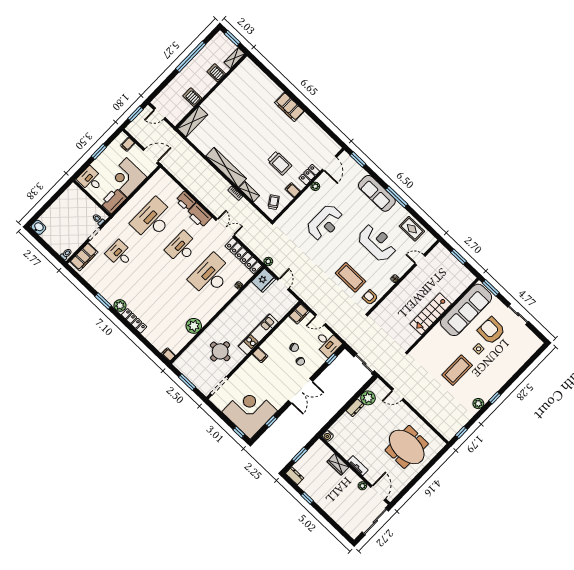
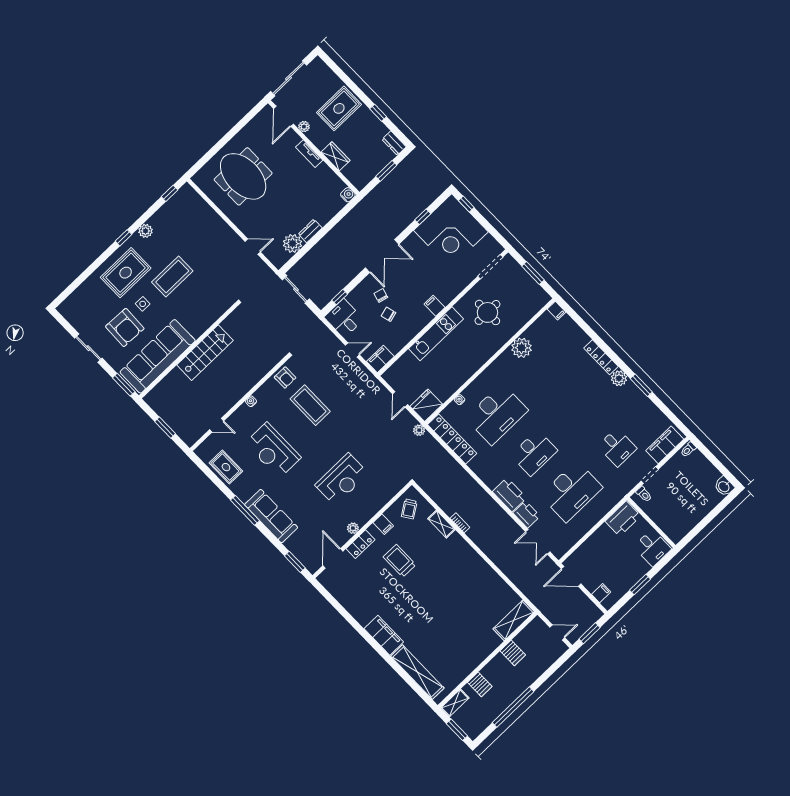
shelving: (226, 167) -> (417, 672), moved
corner desk: (127, 177) -> (604, 549), removed
reception desk: (325, 223) -> (342, 479), turned 180
double door: (225, 228) -> (538, 542), moved
rug: (492, 372) -> (126, 273), added
double door: (301, 391) -> (382, 256), swing flipped
rug: (337, 500) -> (339, 108), added

